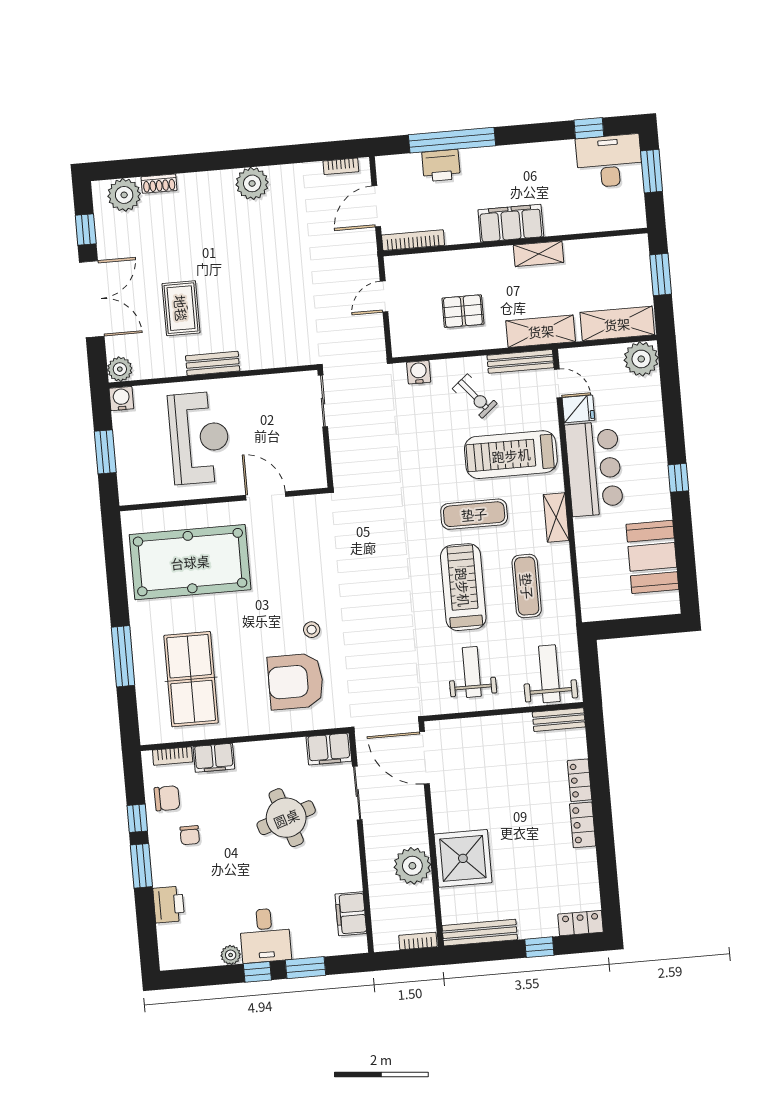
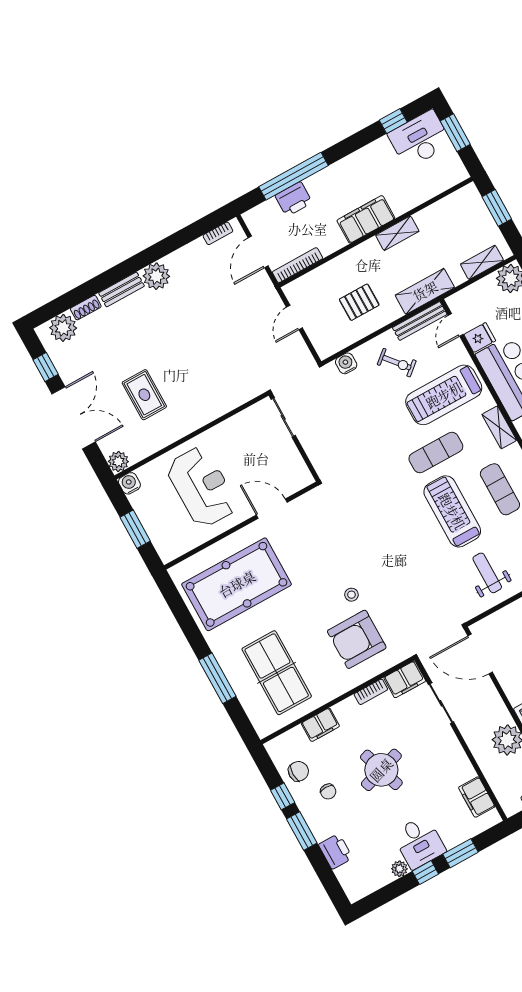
shelving: (617, 324) -> (482, 262), width x0.67, depth x0.75
bench: (213, 363) -> (121, 289), moved
door: (558, 383) -> (456, 325), swing flipped
bookcase: (173, 756) -> (371, 692), moved
round table: (286, 818) -> (381, 770), moved

